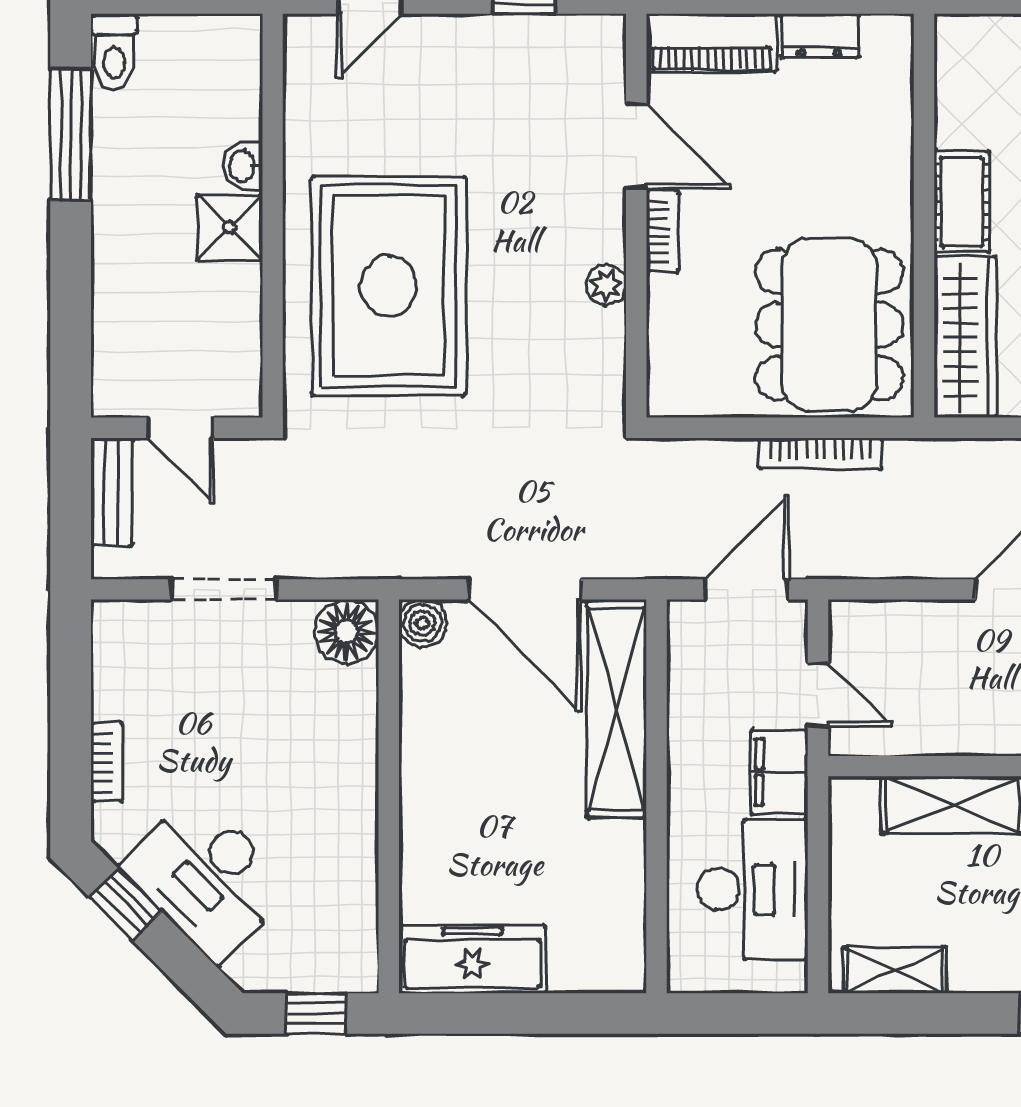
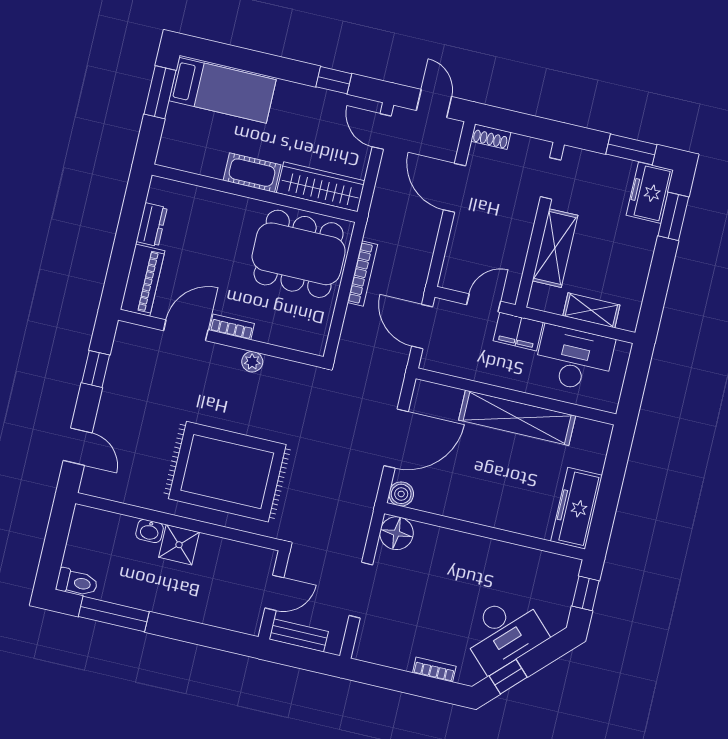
shelving: (617, 709) -> (517, 418), moved
shelving: (895, 970) -> (591, 310), moved, turned 90

